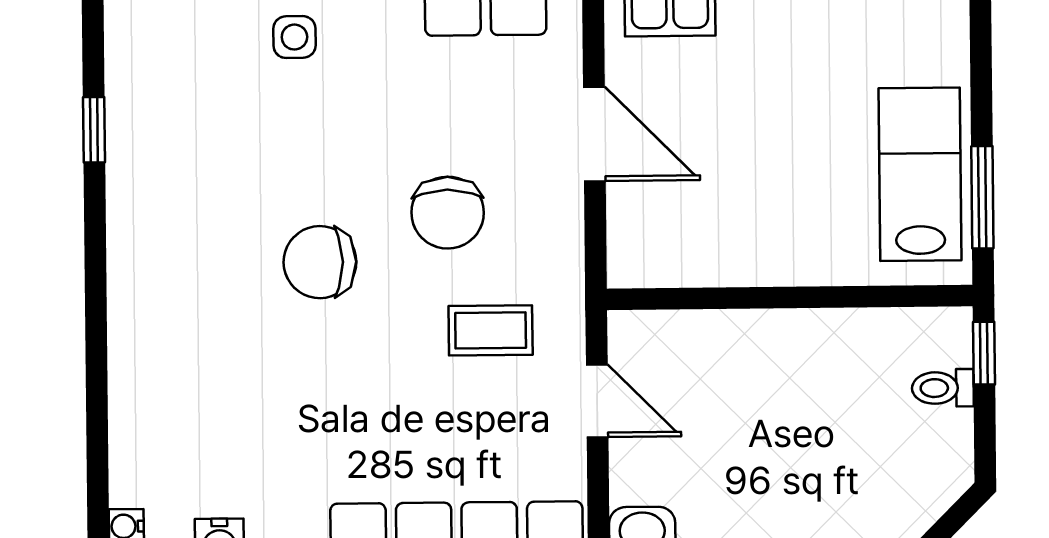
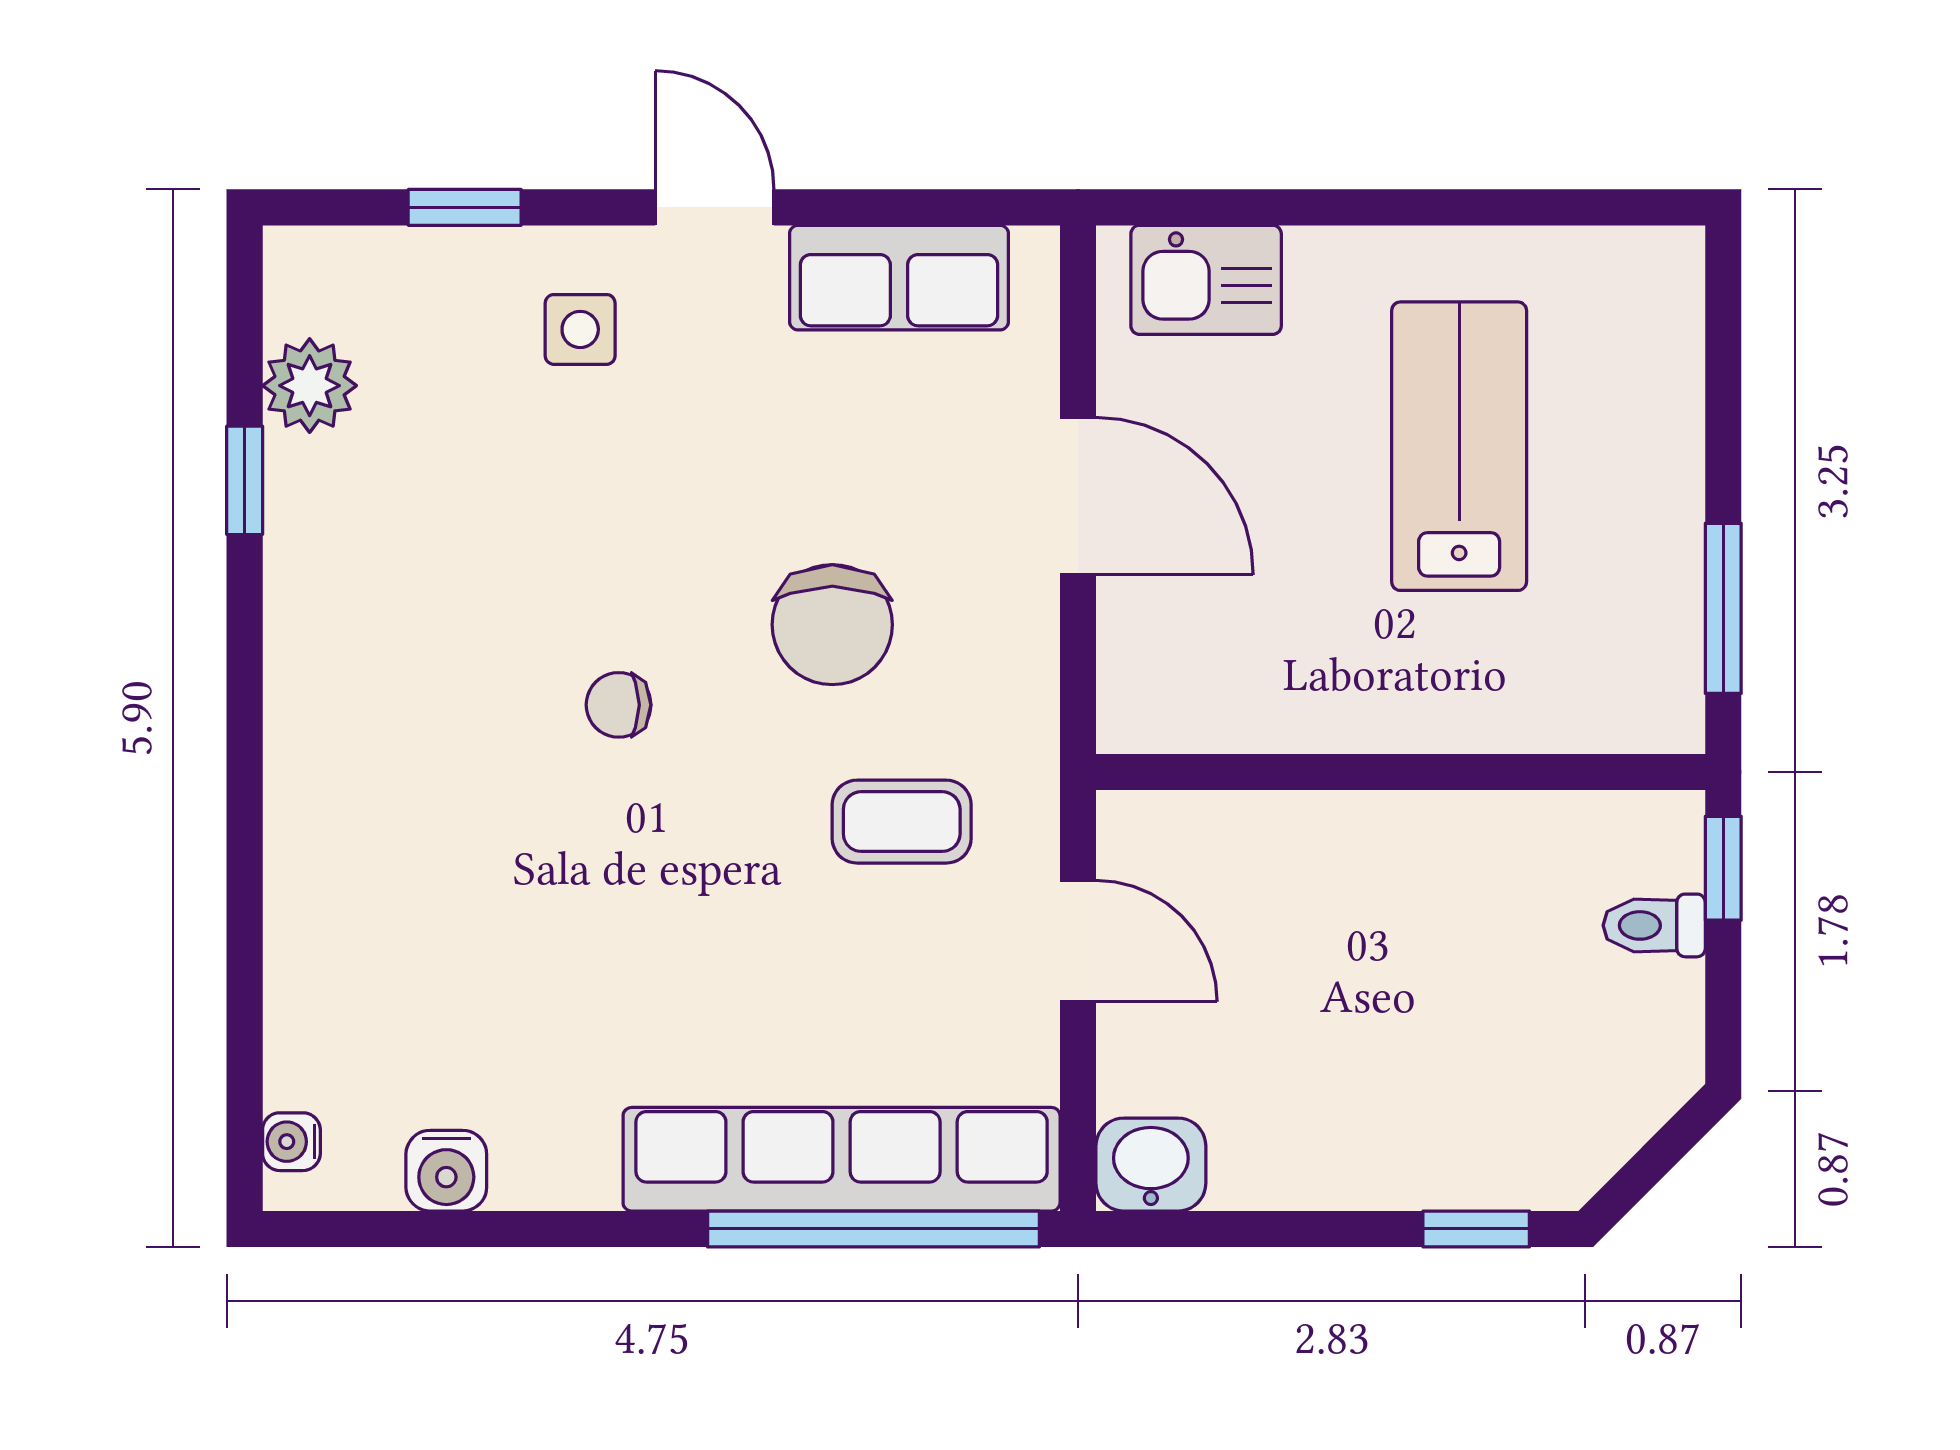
plant: (132, 72) -> (310, 386), added
lab bench: (920, 174) -> (1459, 446), moved
chair: (320, 262) -> (619, 705), width x0.54, depth x0.54

